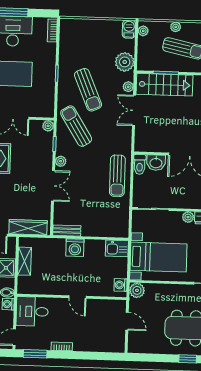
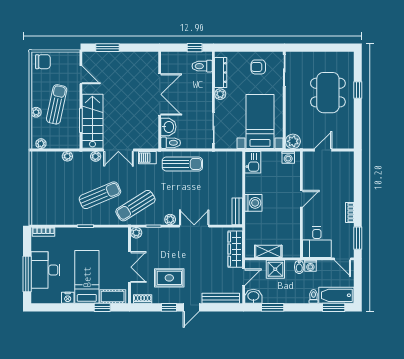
barbecue: (129, 29) -> (147, 158), moved
plant: (125, 62) -> (67, 156), width x0.53, depth x0.53

